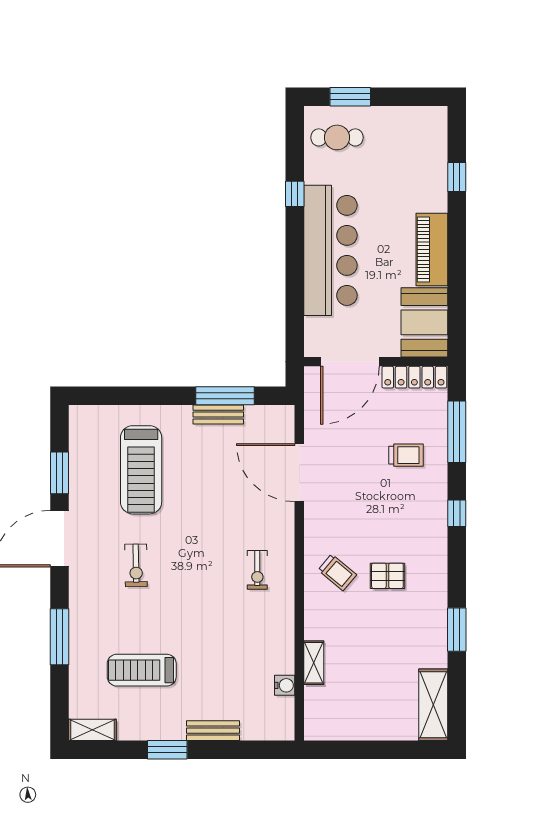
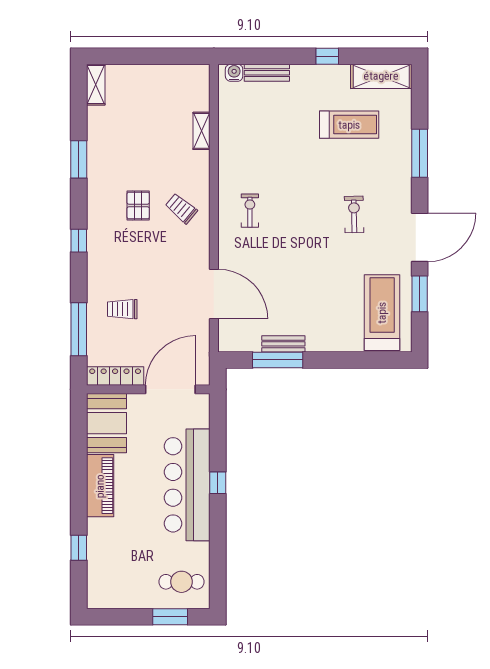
window: (295, 194) -> (218, 483), moved
treadmill: (141, 470) -> (382, 313), moved
window: (457, 513) -> (79, 241), moved
pallet: (387, 576) -> (138, 206), turned 90
water cooler: (285, 685) -> (234, 73), moved, turned 90
shelving: (433, 705) -> (96, 85), width x0.67, depth x0.75
shelving: (92, 730) -> (381, 76), width x1.50, depth x1.33
bench: (213, 731) -> (267, 73), moved
window: (167, 750) -> (327, 56), width x0.67

